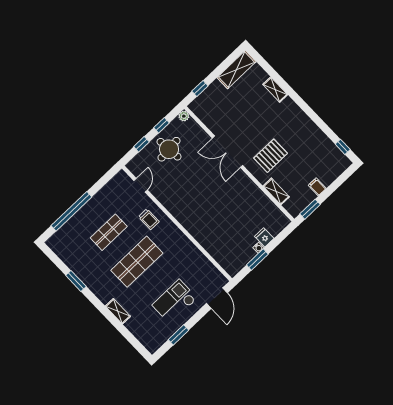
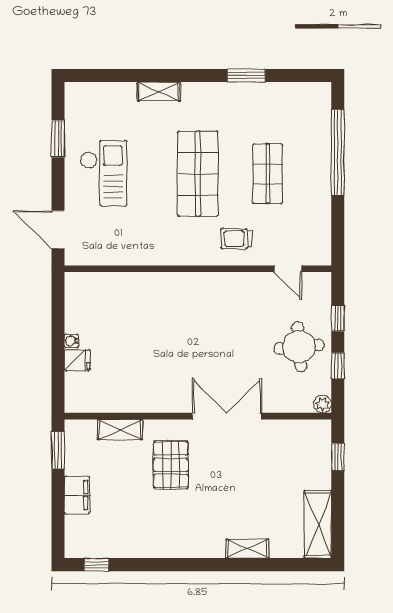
filing cabinet: (317, 187) -> (77, 495), width x2.00
window: (257, 260) -> (58, 325), removed

